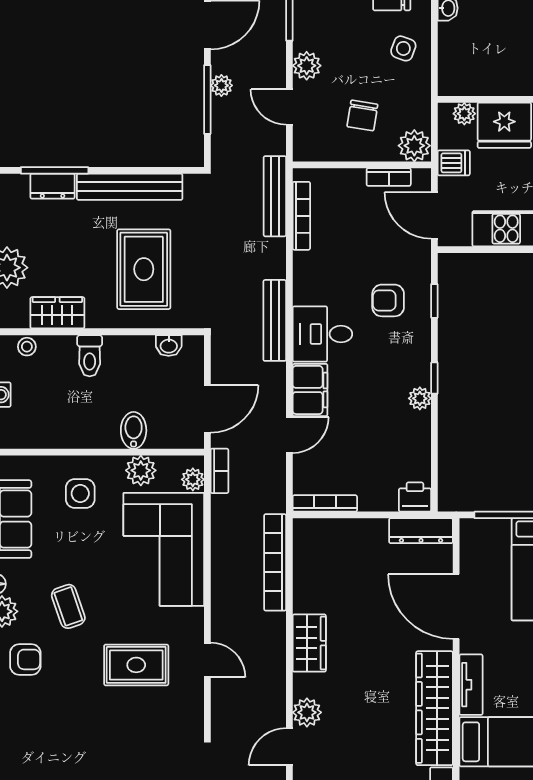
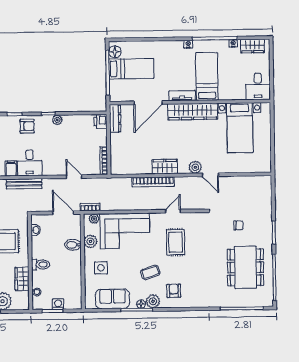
armchair: (388, 300) -> (27, 126), moved, turned -90
filing cabinet: (310, 390) -> (11, 169), moved, width x0.50
bookcase: (275, 562) -> (153, 182), moved

